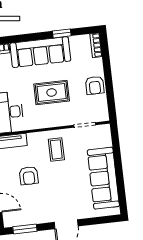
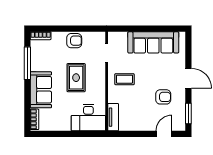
window: (62, 33) -> (27, 63), width x2.17
sofa: (40, 52) -> (41, 90), width x0.73
armchair: (29, 176) -> (163, 97), moved

